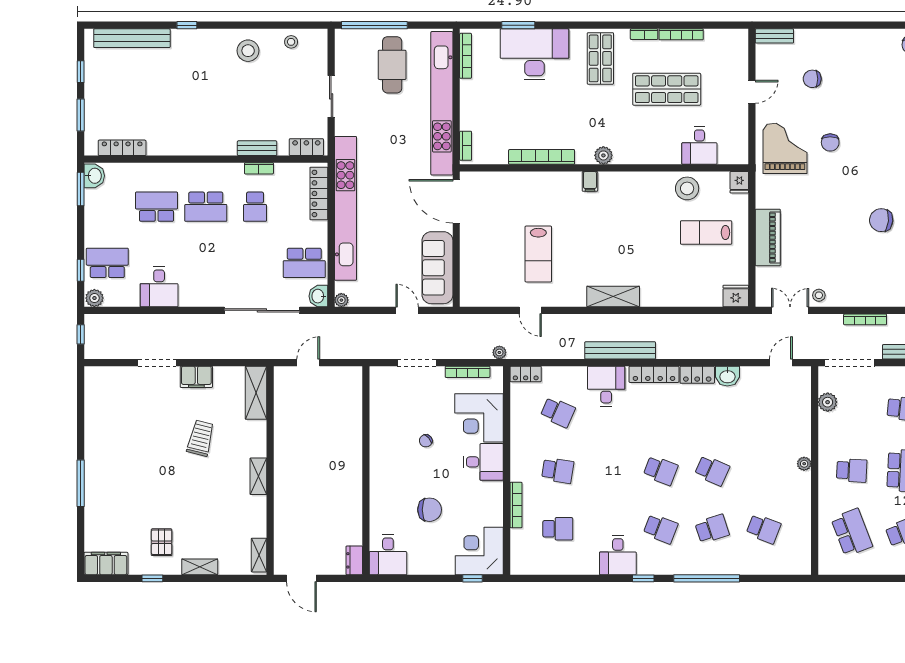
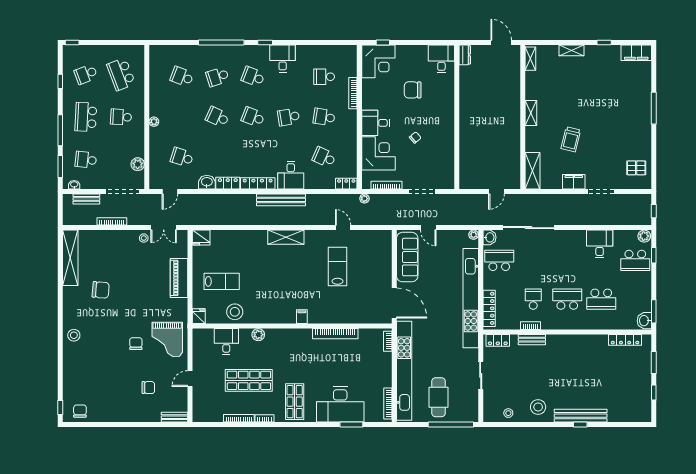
bench: (132, 38) -> (581, 416), moved
plant: (603, 155) -> (258, 335), moved
school desk: (764, 412) -> (182, 157), added
school desk: (609, 470) -> (289, 117), added
pallet: (162, 542) -> (636, 168), moved, turned 90

